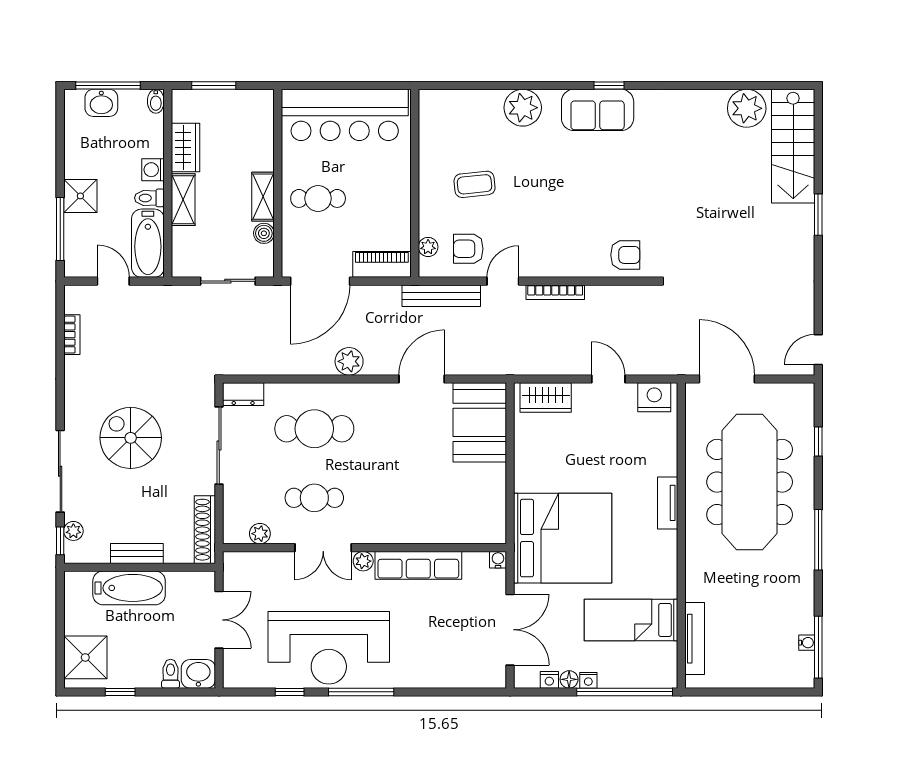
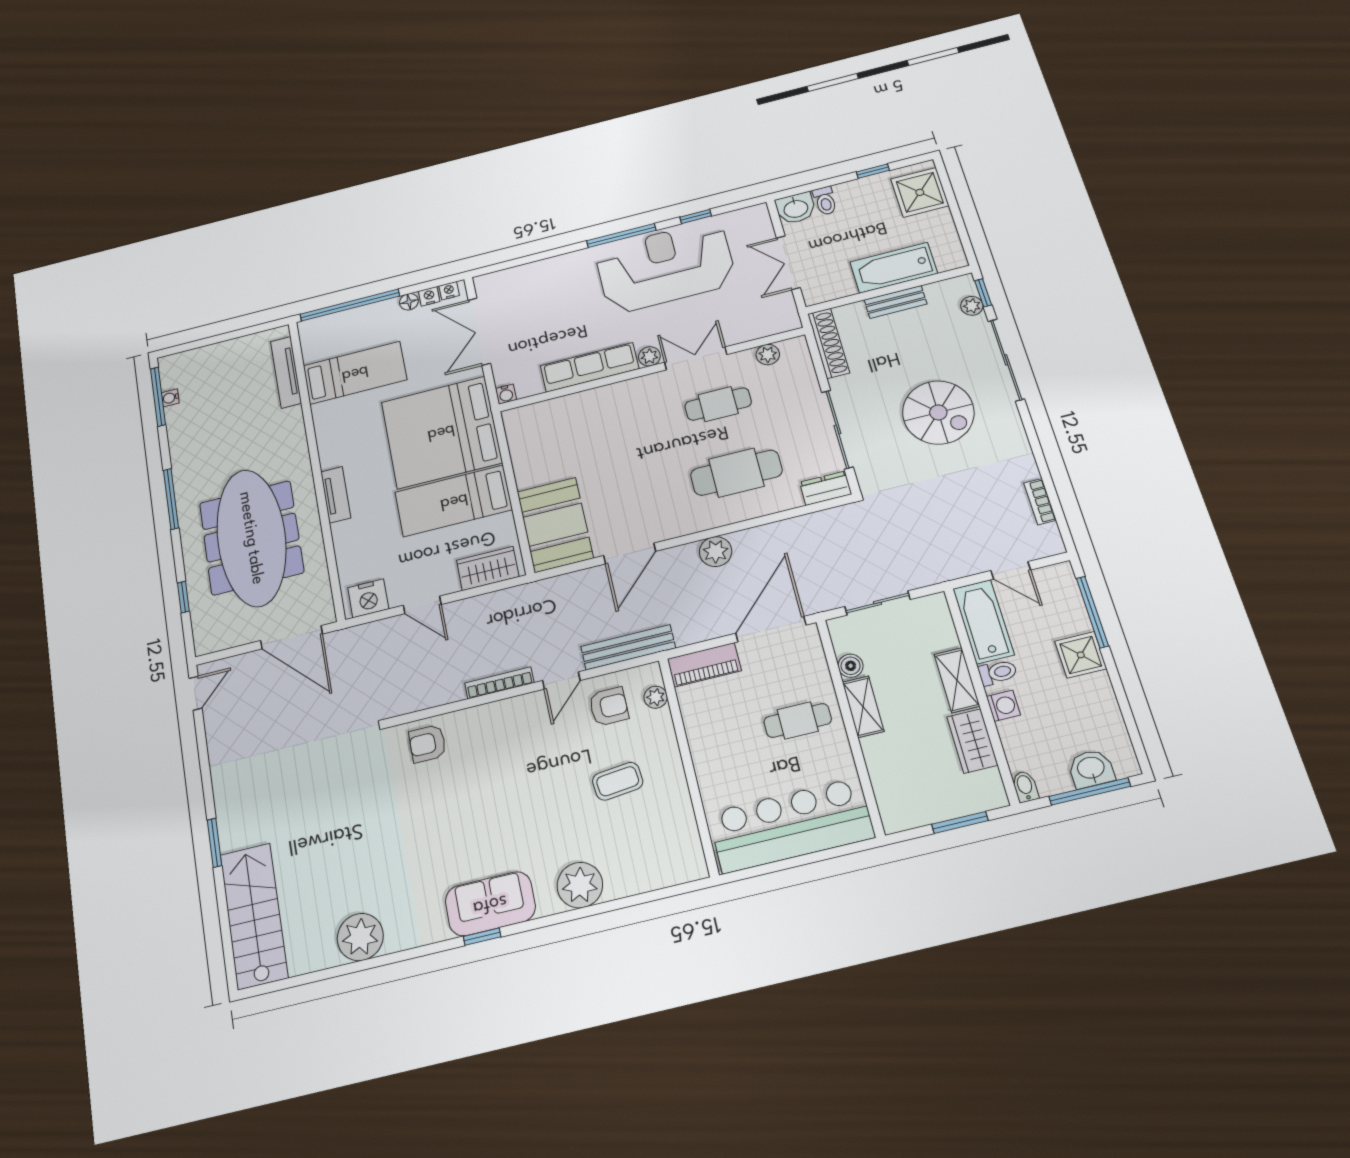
plant: (747, 108) -> (360, 937), moved
bed: (564, 469) -> (454, 501), added
nightstand: (588, 680) -> (449, 291), moved

